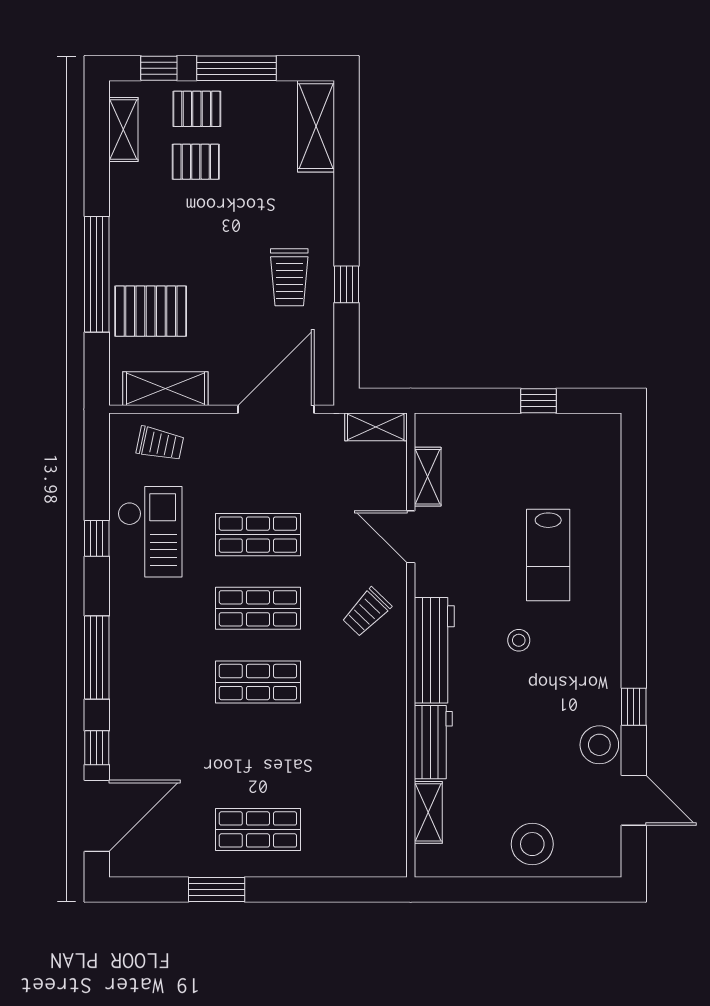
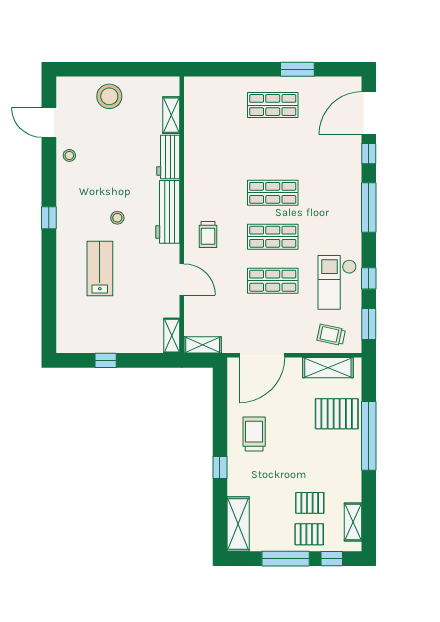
window: (347, 284) -> (220, 468), moved
window: (97, 462) -> (369, 324), added
shelving: (428, 477) -> (172, 336), moved
trolley: (367, 612) -> (208, 234), turned 136
window: (634, 707) -> (49, 218), moved
stool: (599, 745) -> (69, 155), width x0.53, depth x0.53

